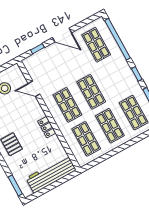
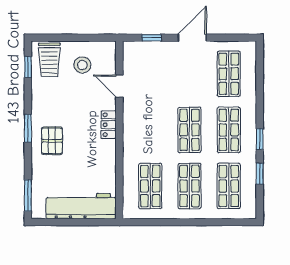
door: (62, 35) -> (192, 38), swing flipped
window: (118, 39) -> (260, 82), removed
shop shelf: (67, 105) -> (229, 130), moved
locker: (47, 127) -> (109, 125), moved

